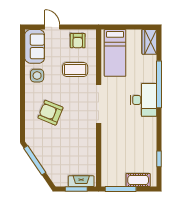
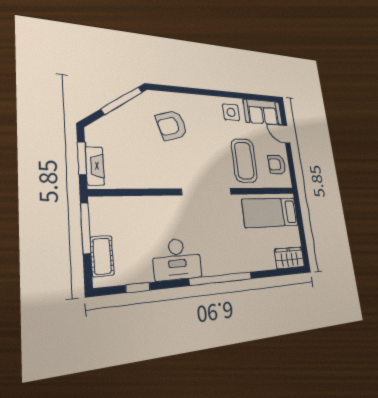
door: (52, 27) -> (286, 134), swing flipped
coffee table: (75, 70) -> (244, 160), width x1.36, depth x1.32
window: (159, 84) -> (221, 279), moved
desk: (144, 100) -> (177, 259), moved
armchair: (50, 113) -> (172, 125), moved, turned -128

